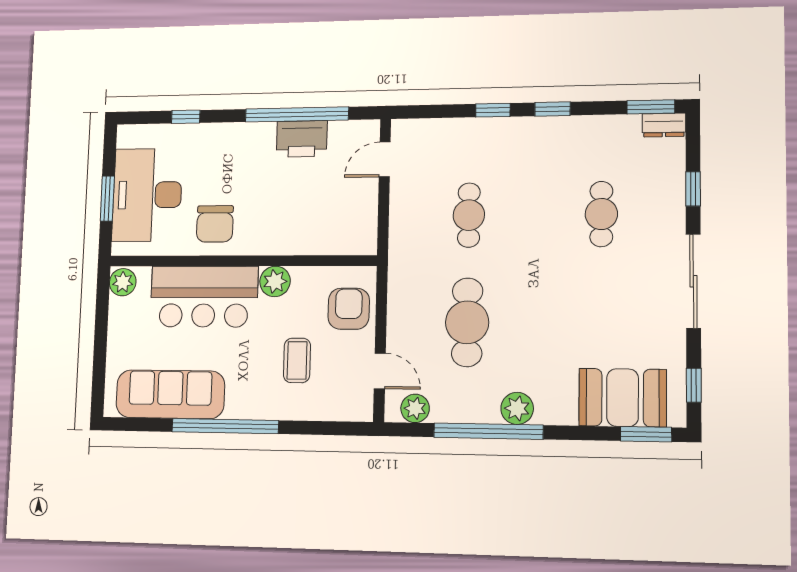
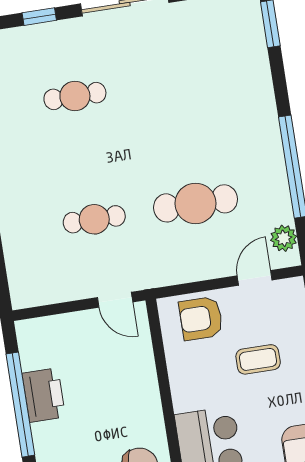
door: (385, 159) -> (115, 300), moved
plant: (275, 281) -> (186, 395), removed
booth: (623, 398) -> (241, 50), removed
plant: (517, 408) -> (267, 144), removed

